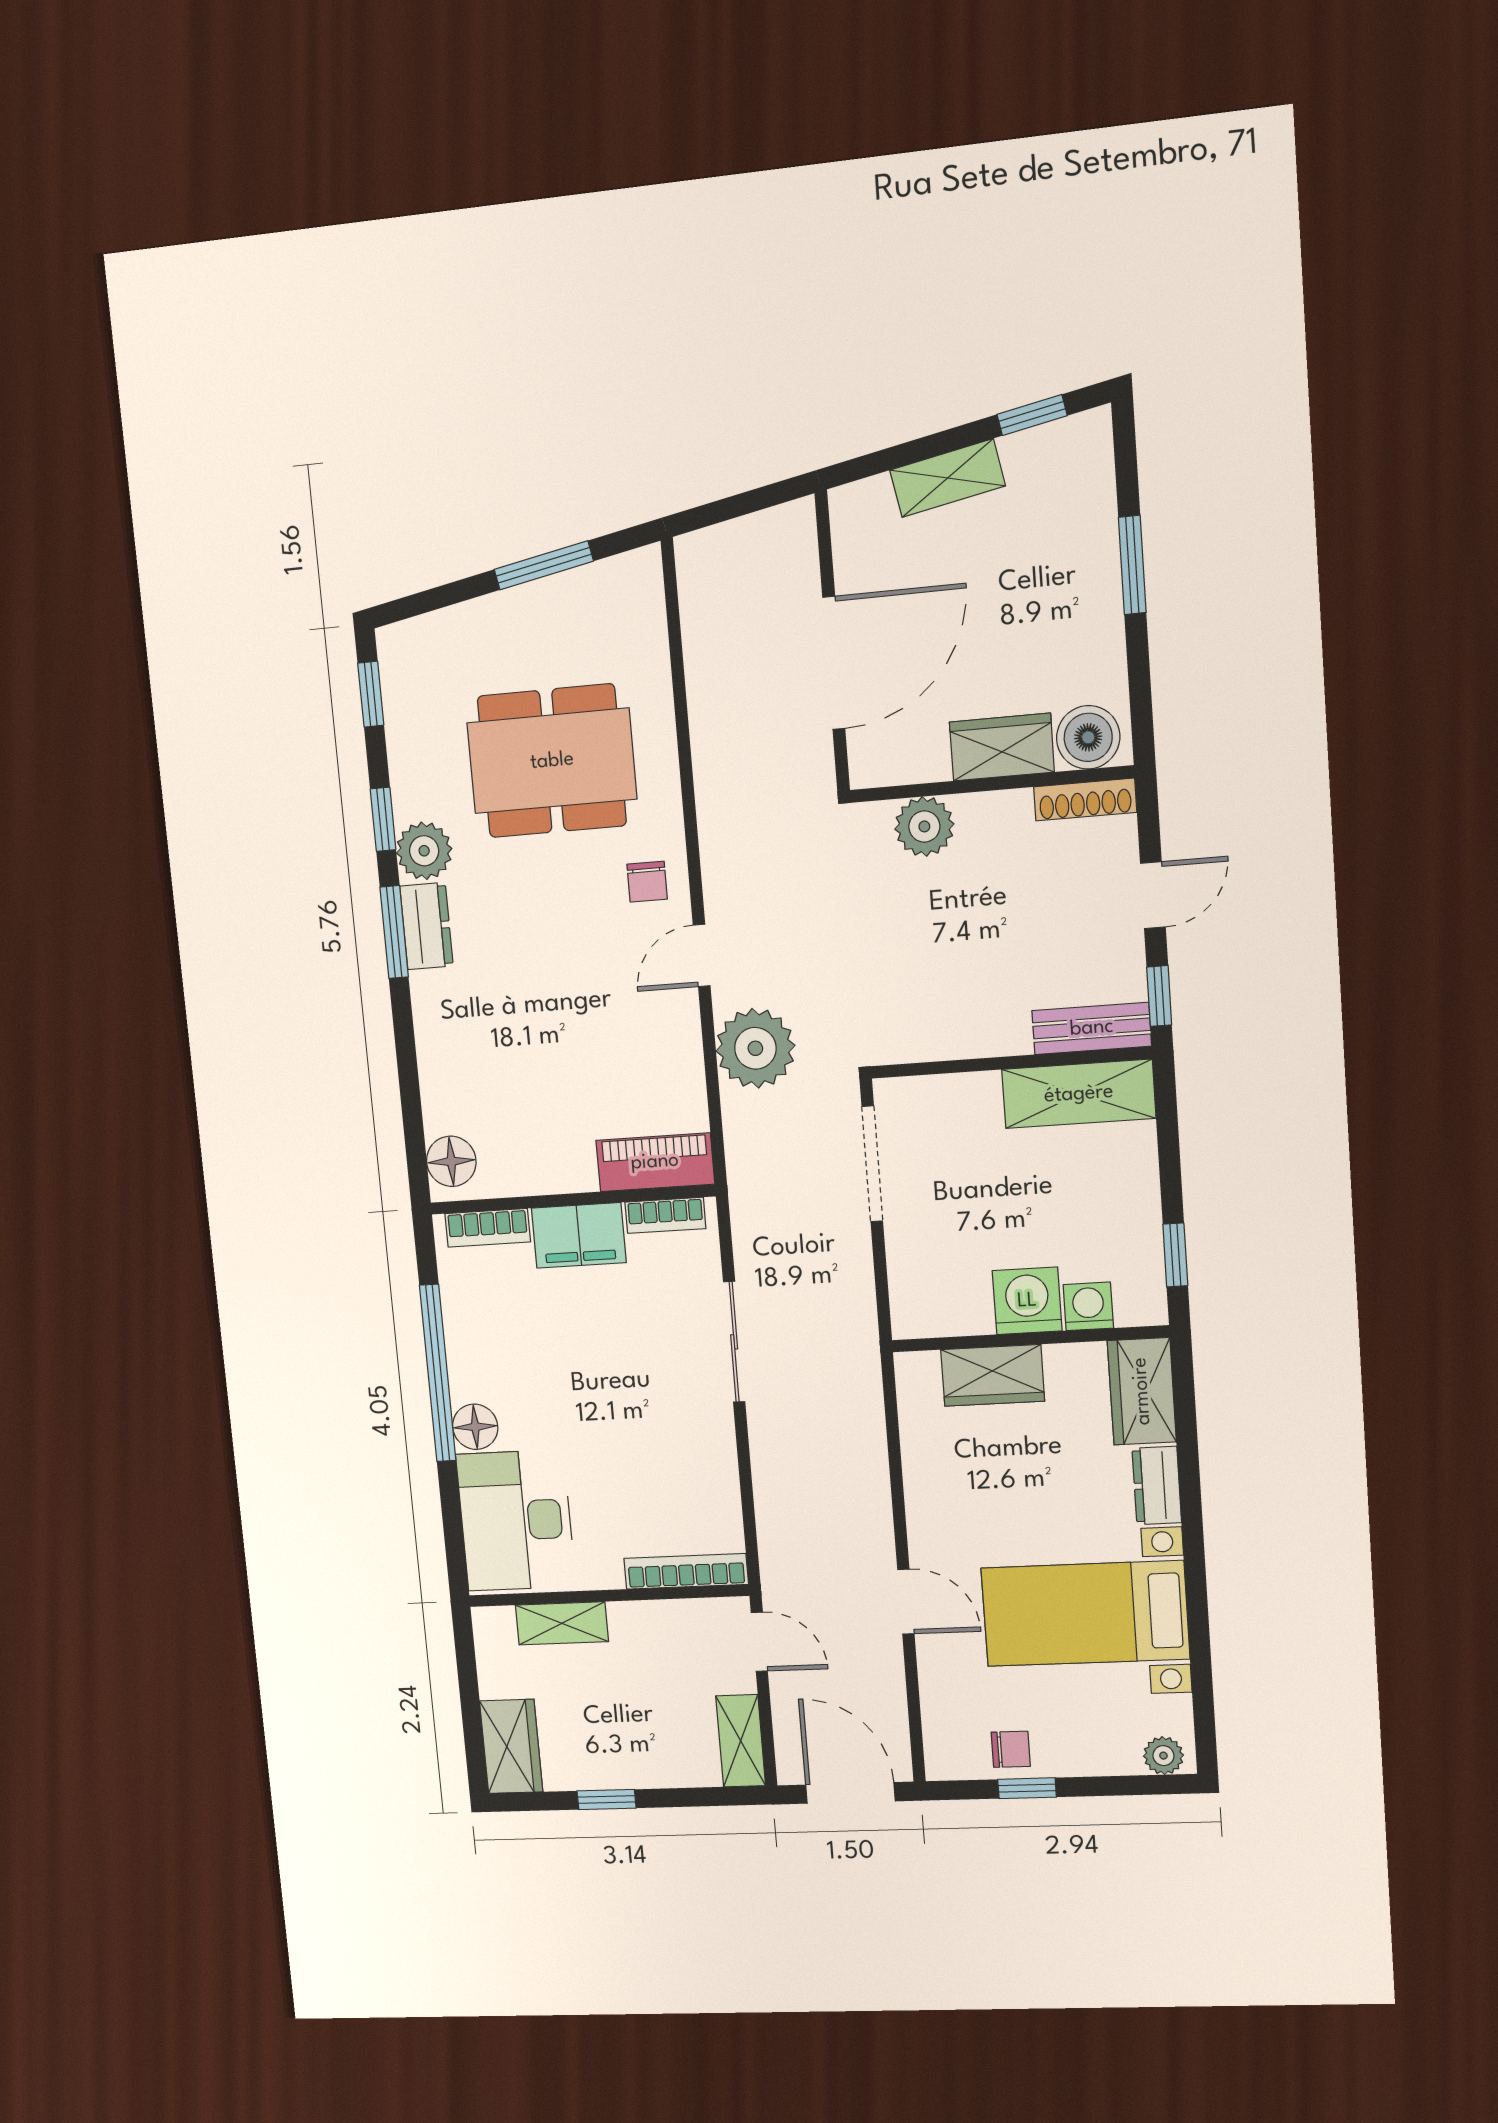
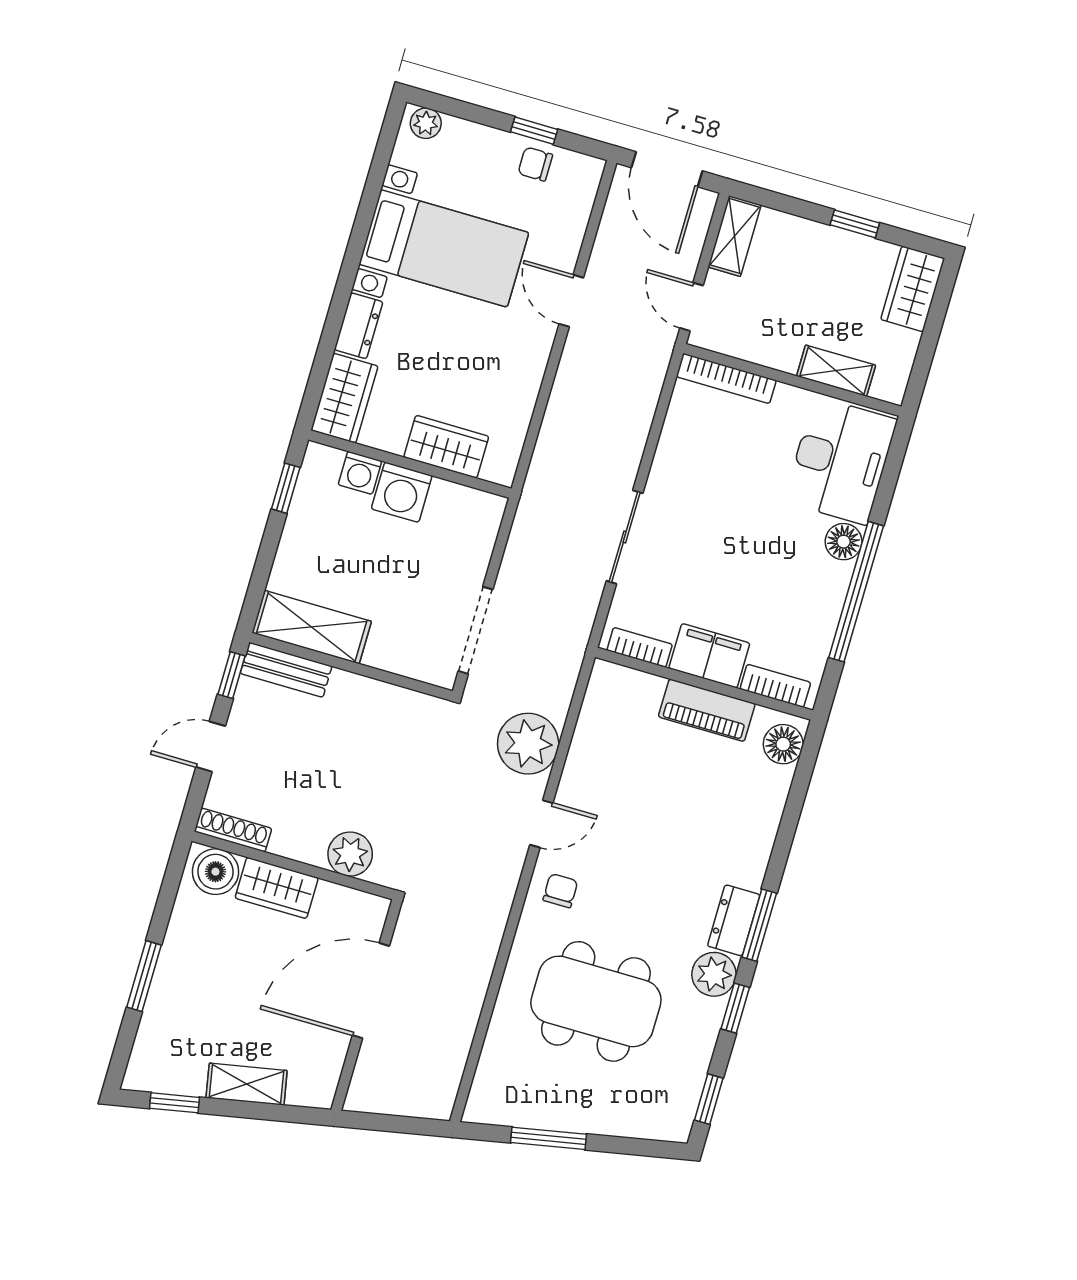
piano: (655, 1162) -> (707, 710), moved

